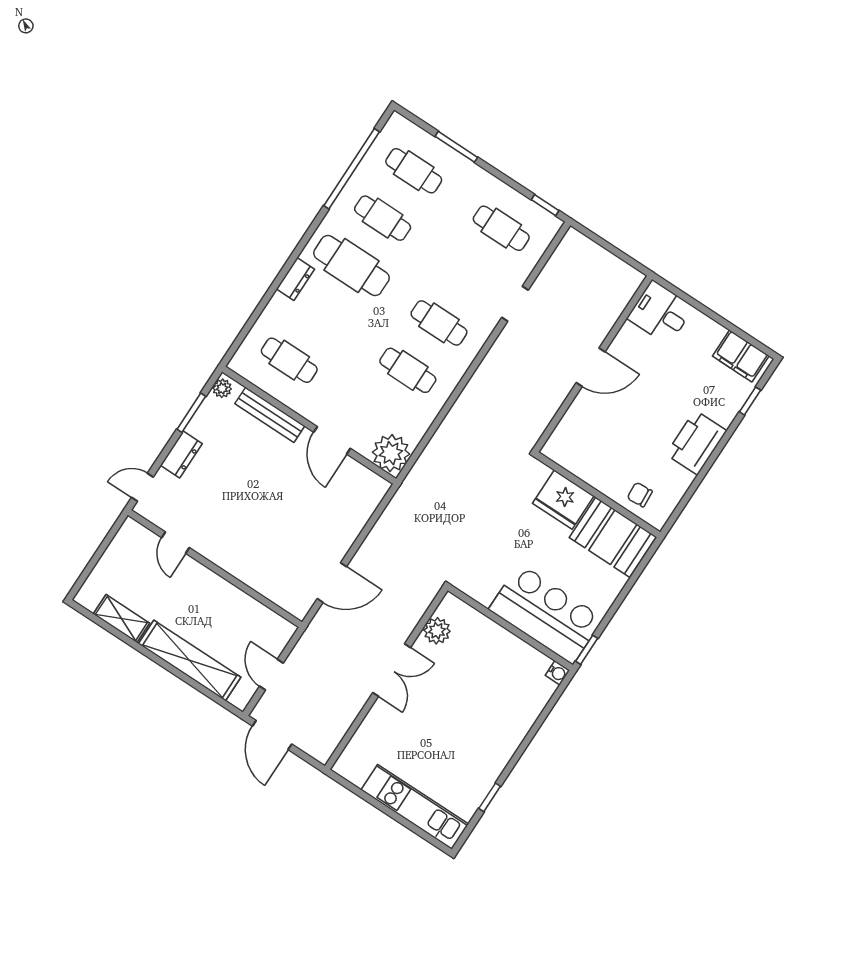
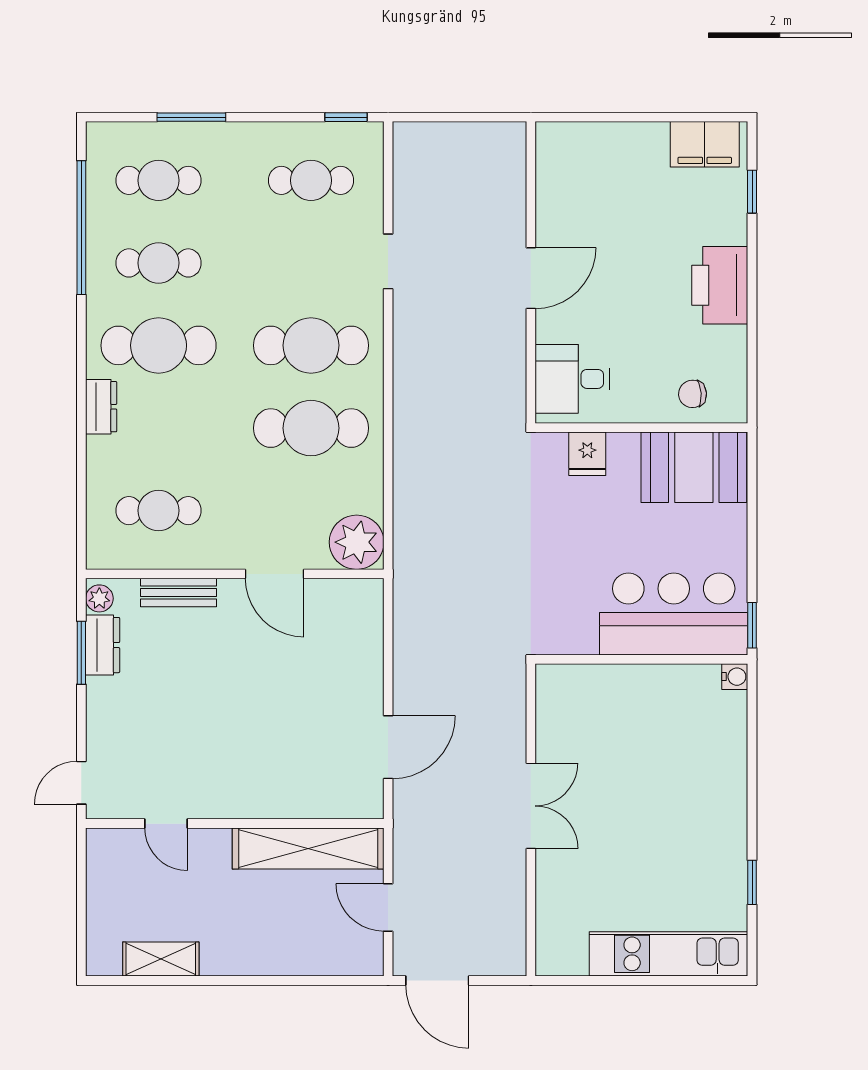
desk: (660, 313) -> (572, 379), moved
cafe table: (439, 323) -> (311, 345), width x1.37, depth x1.35
cafe table: (408, 370) -> (311, 428), width x1.37, depth x1.35
bench: (270, 415) -> (179, 593), width x0.73
dresser: (181, 454) -> (103, 645), moved
fridge: (563, 500) -> (587, 454), width x0.53, depth x0.75
plant: (437, 631) -> (555, 722), removed
shelving: (190, 660) -> (308, 848), moved

